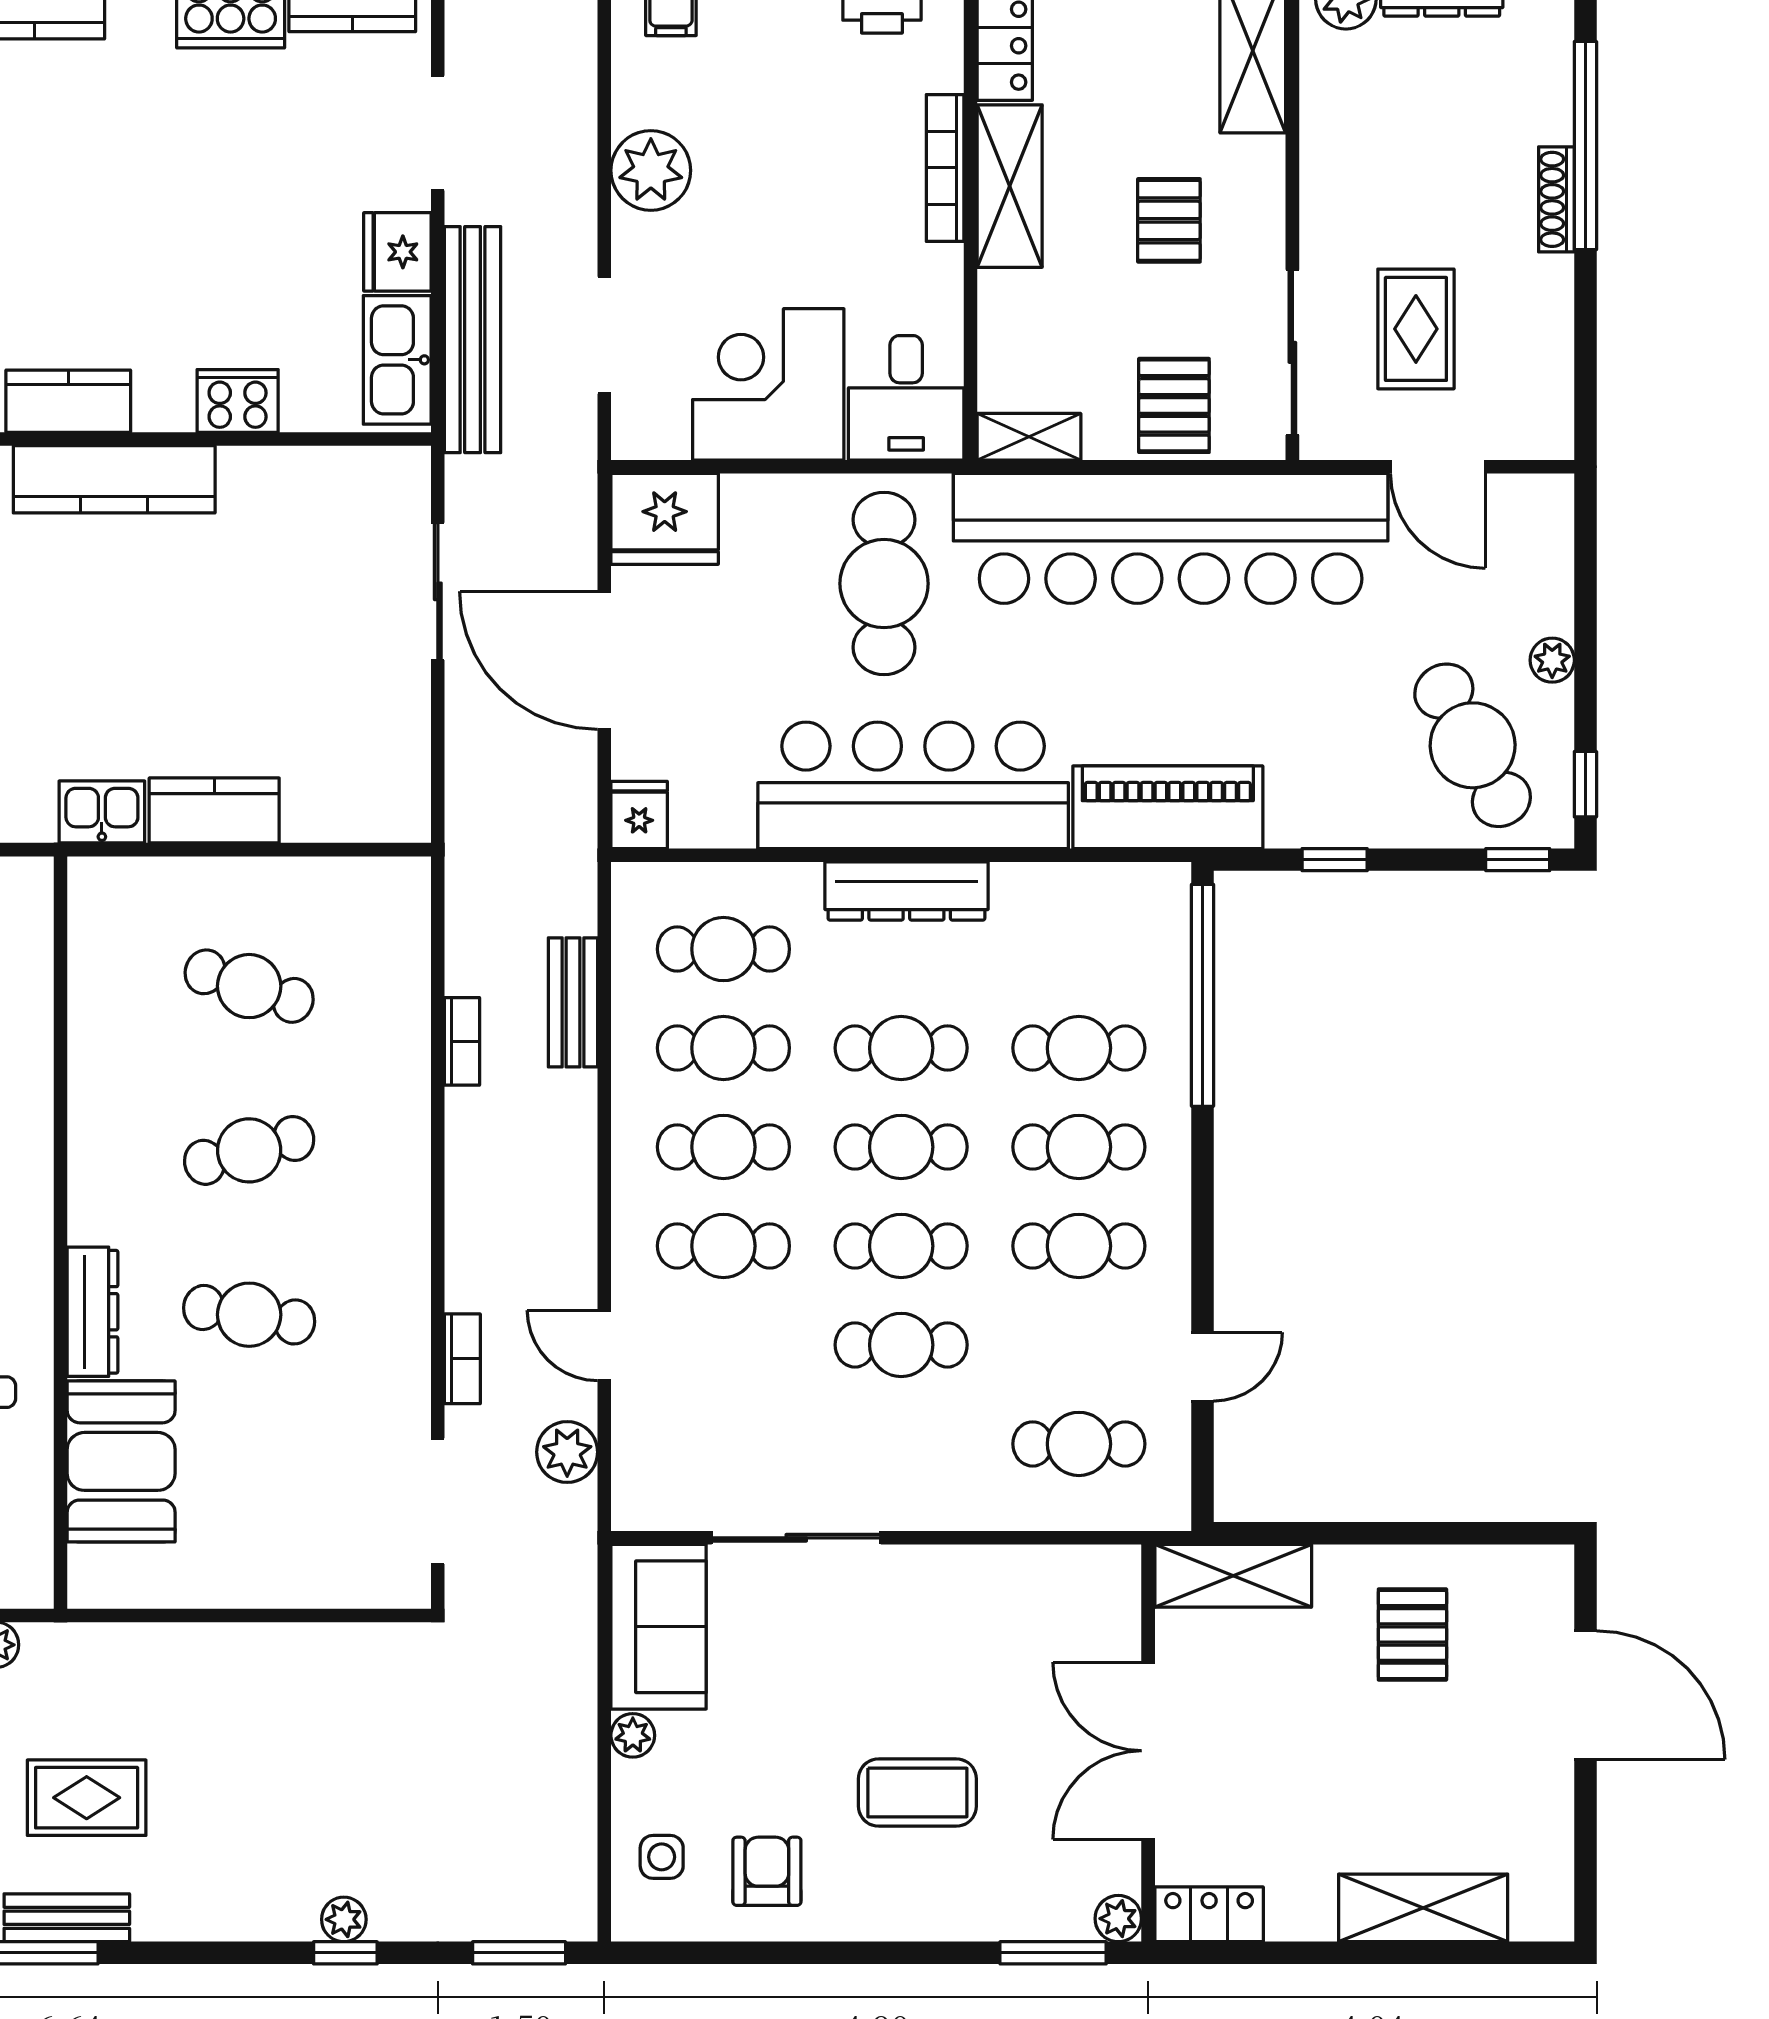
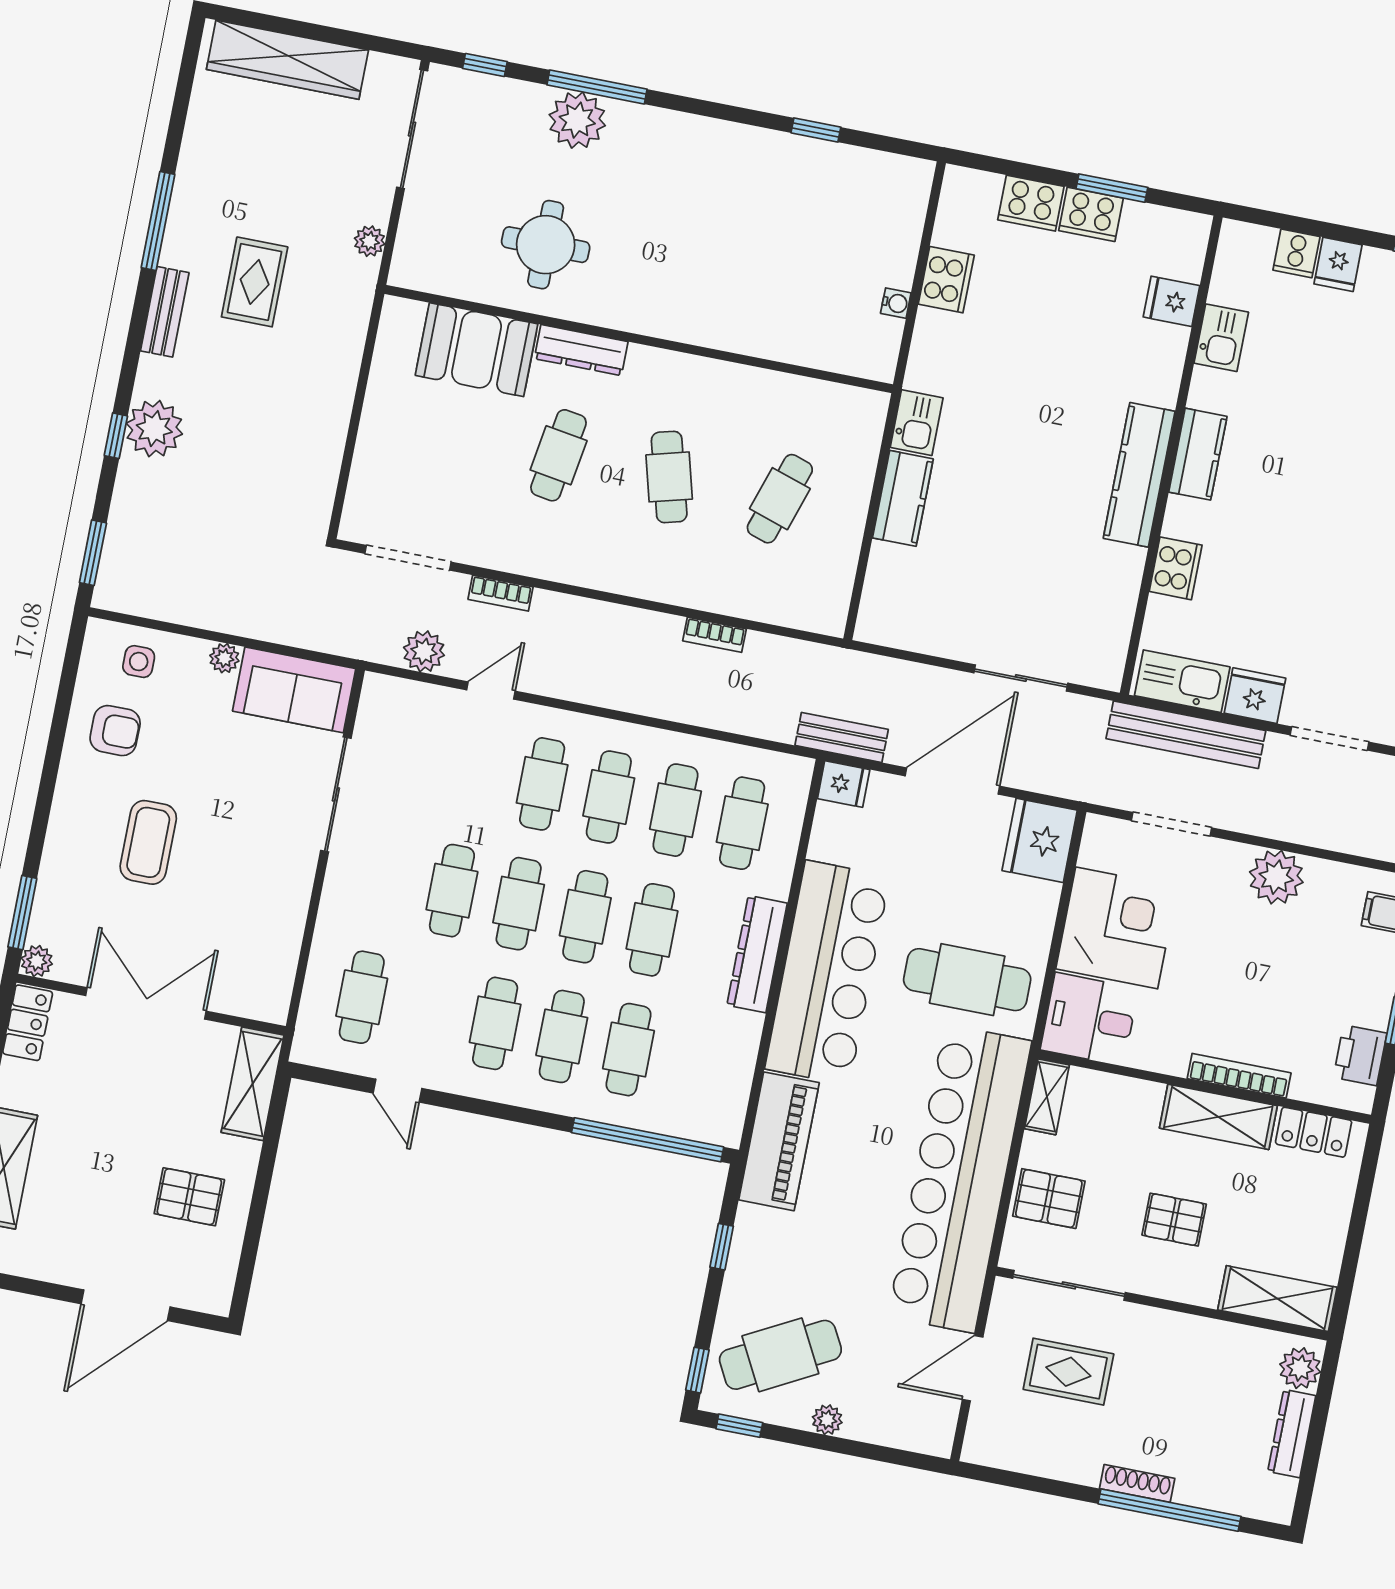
bench: (573, 1002) -> (842, 737), moved
bench: (67, 1918) -> (165, 312), moved
plant: (344, 1919) -> (154, 429), width x1.87, depth x1.87

